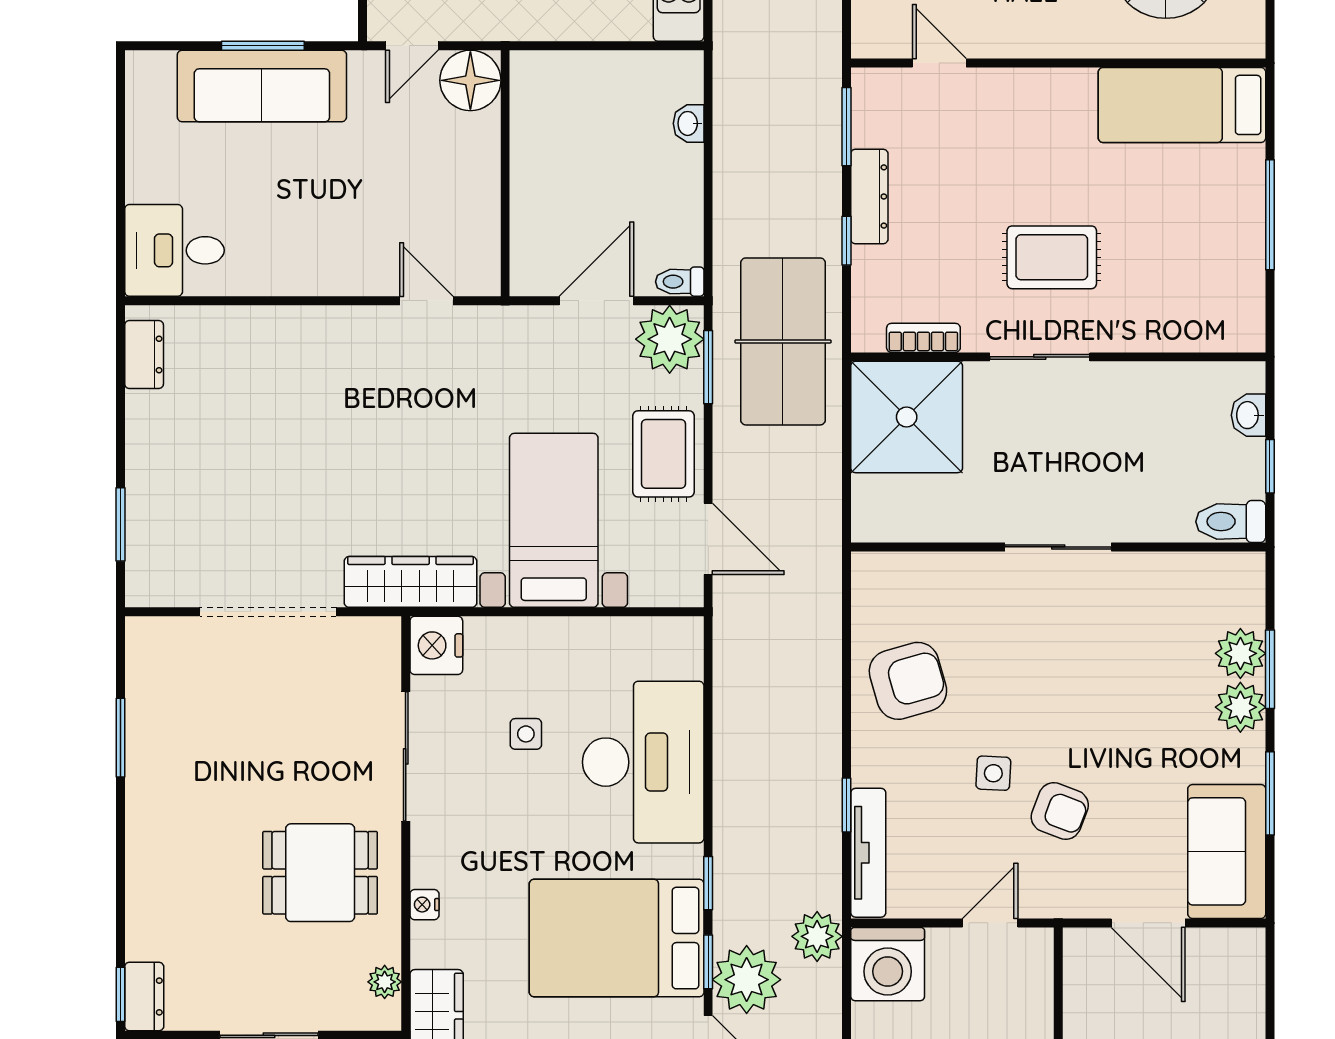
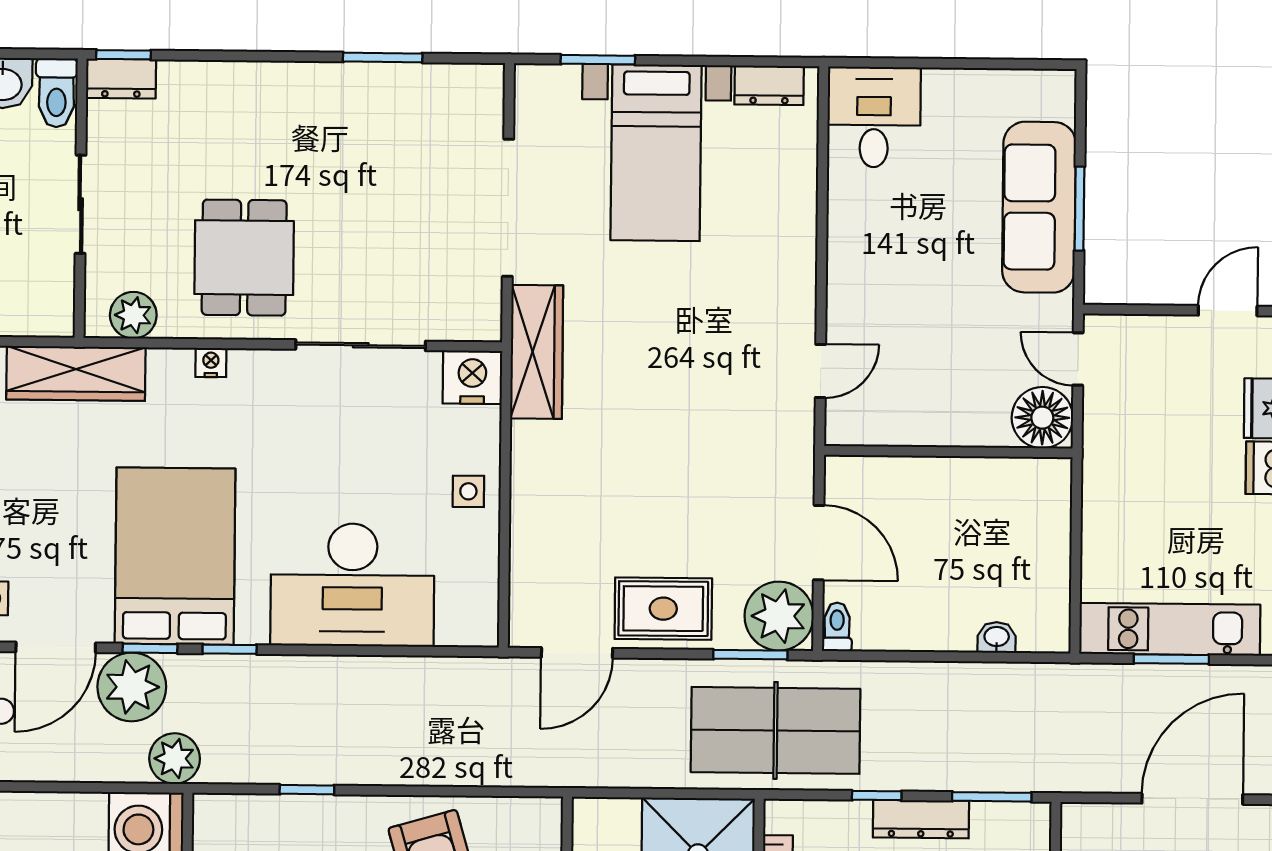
bed with nightstands: (554, 520) -> (656, 153), moved, turned 90
side table: (526, 734) -> (468, 491), moved
tv unit: (868, 853) -> (258, 811), removed
plant: (385, 982) -> (133, 315), width x1.38, depth x1.38

